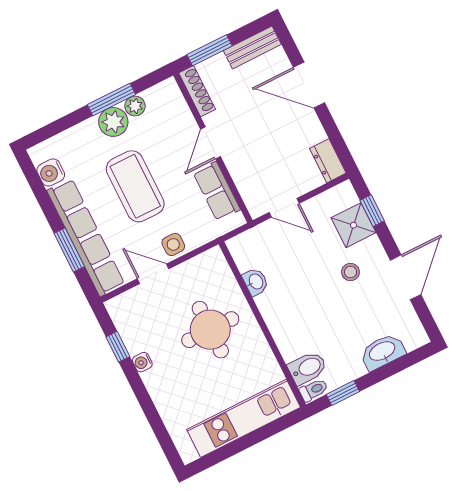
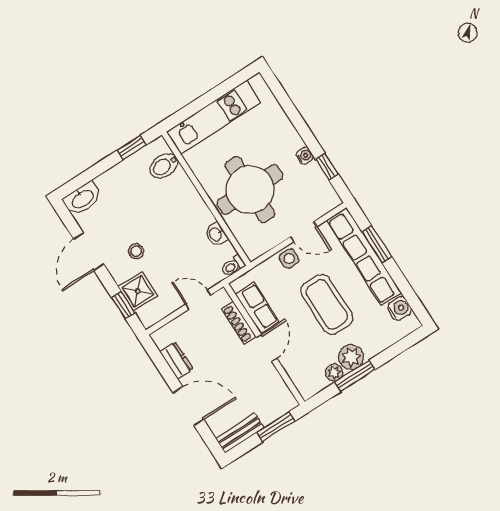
shoe rack: (197, 91) -> (239, 323), moved
dresser: (328, 161) -> (176, 361), moved
round table: (210, 330) -> (250, 190), width x1.36, depth x1.36
washbasin: (382, 352) -> (82, 199), moved
toilet: (314, 390) -> (233, 266), moved

